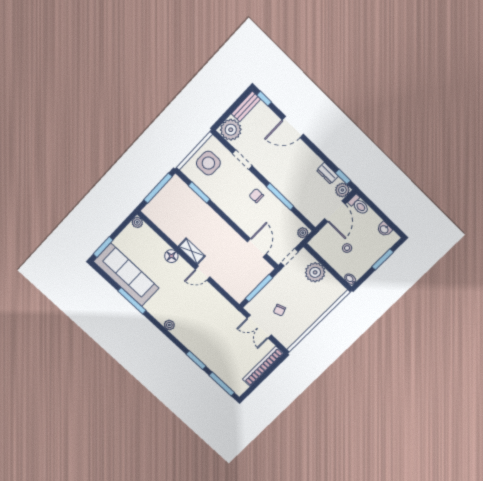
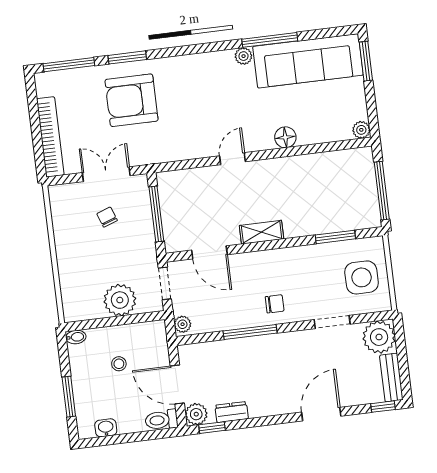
shelving: (192, 251) -> (262, 232), moved
plant: (169, 325) -> (243, 56), moved
armchair: (214, 342) -> (132, 100), added

